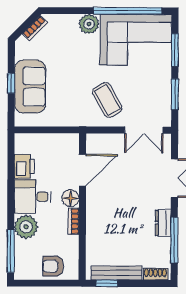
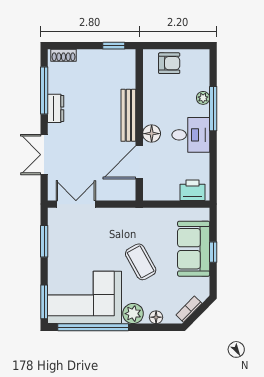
floor lamp: (67, 20) -> (156, 317), added
window: (175, 50) -> (44, 302), moved
coffee table: (107, 100) -> (141, 262), moved
printer: (24, 166) -> (193, 190), moved, turned 90
bookcase: (74, 221) -> (148, 110), removed
plant: (26, 227) -> (203, 98), width x0.53, depth x0.53
window: (11, 251) -> (213, 109), moved
bench: (117, 273) -> (128, 115), moved, turned 90

